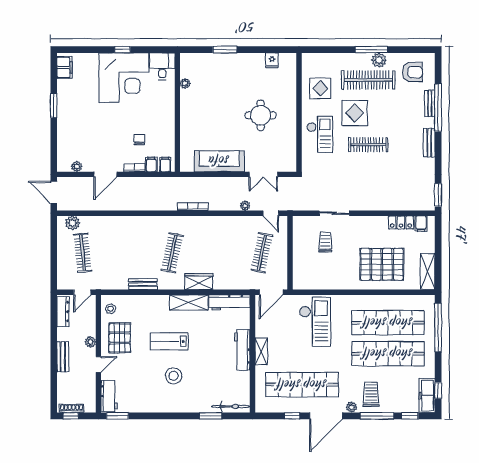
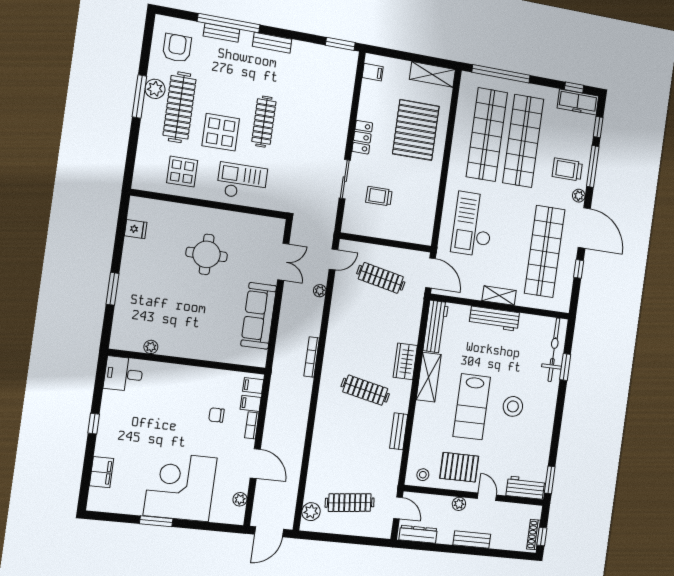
filing cabinet: (64, 67) -> (102, 472), moved, turned 90
corner desk: (124, 78) -> (180, 487), moved, turned -90
locker: (401, 222) -> (362, 137), moved
checkout: (315, 322) -> (473, 224), turned -90
lab bench: (169, 341) -> (472, 407), width x1.36, depth x1.39
bicycle: (231, 406) -> (554, 350), width x1.37, depth x1.40

